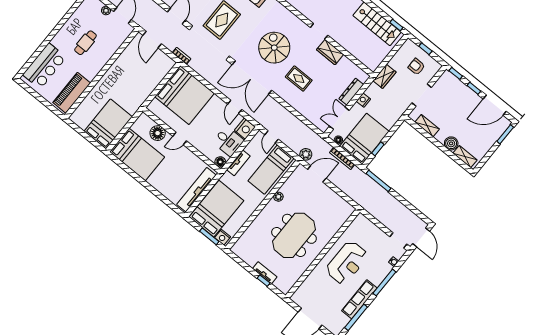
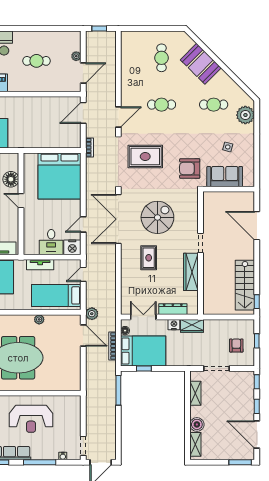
wardrobe: (330, 52) -> (191, 272), width x1.50
wardrobe: (384, 76) -> (192, 326), moved
floor lamp: (220, 162) -> (29, 249), removed

